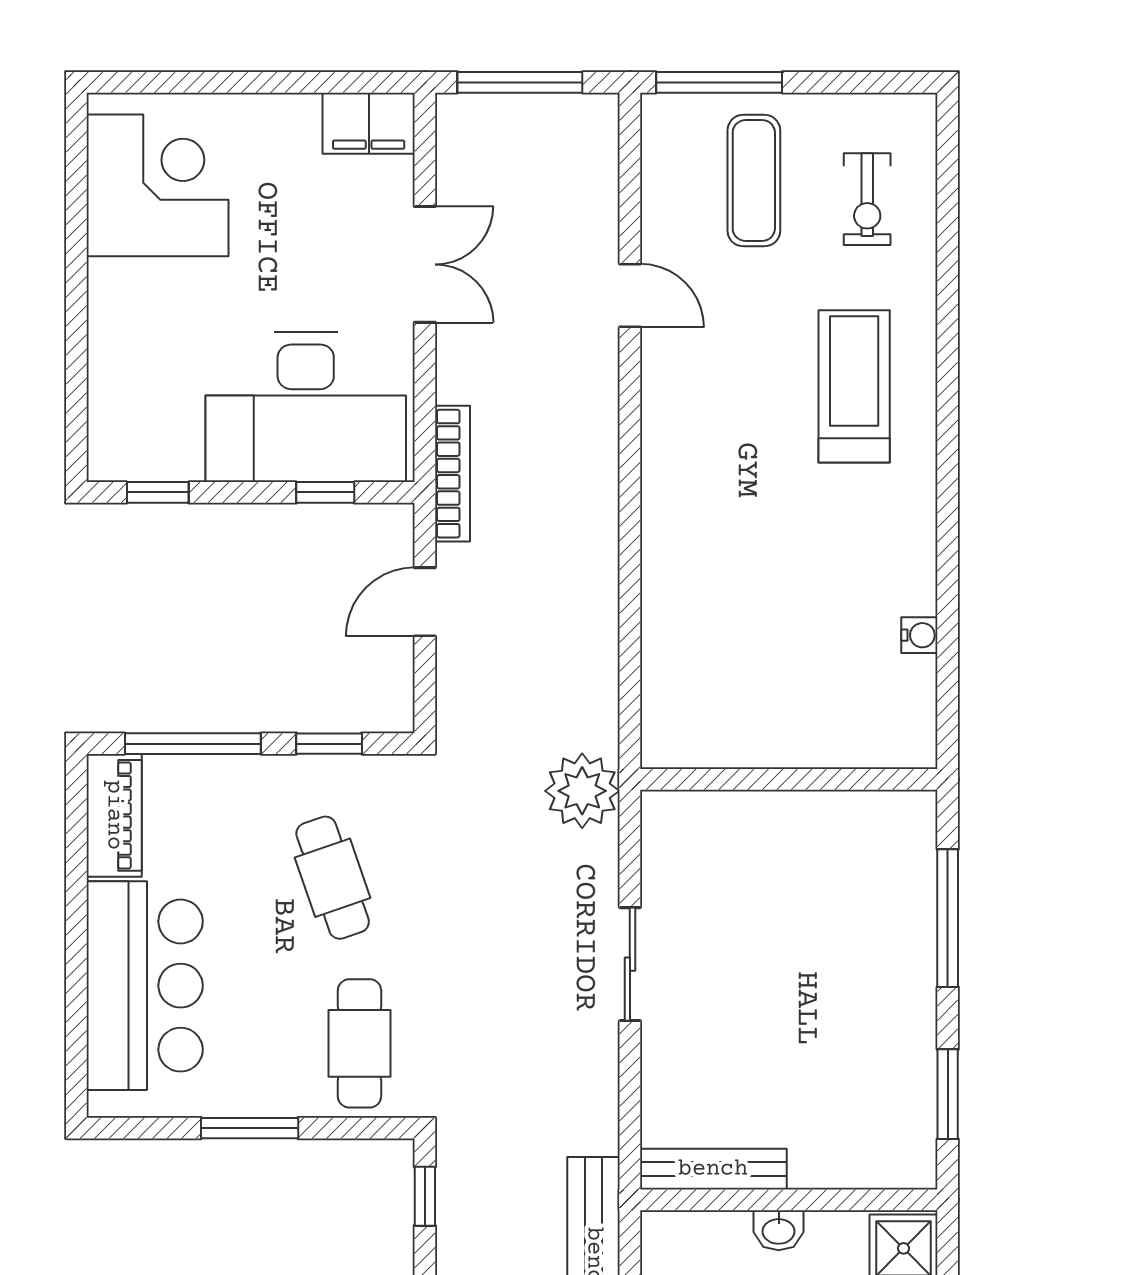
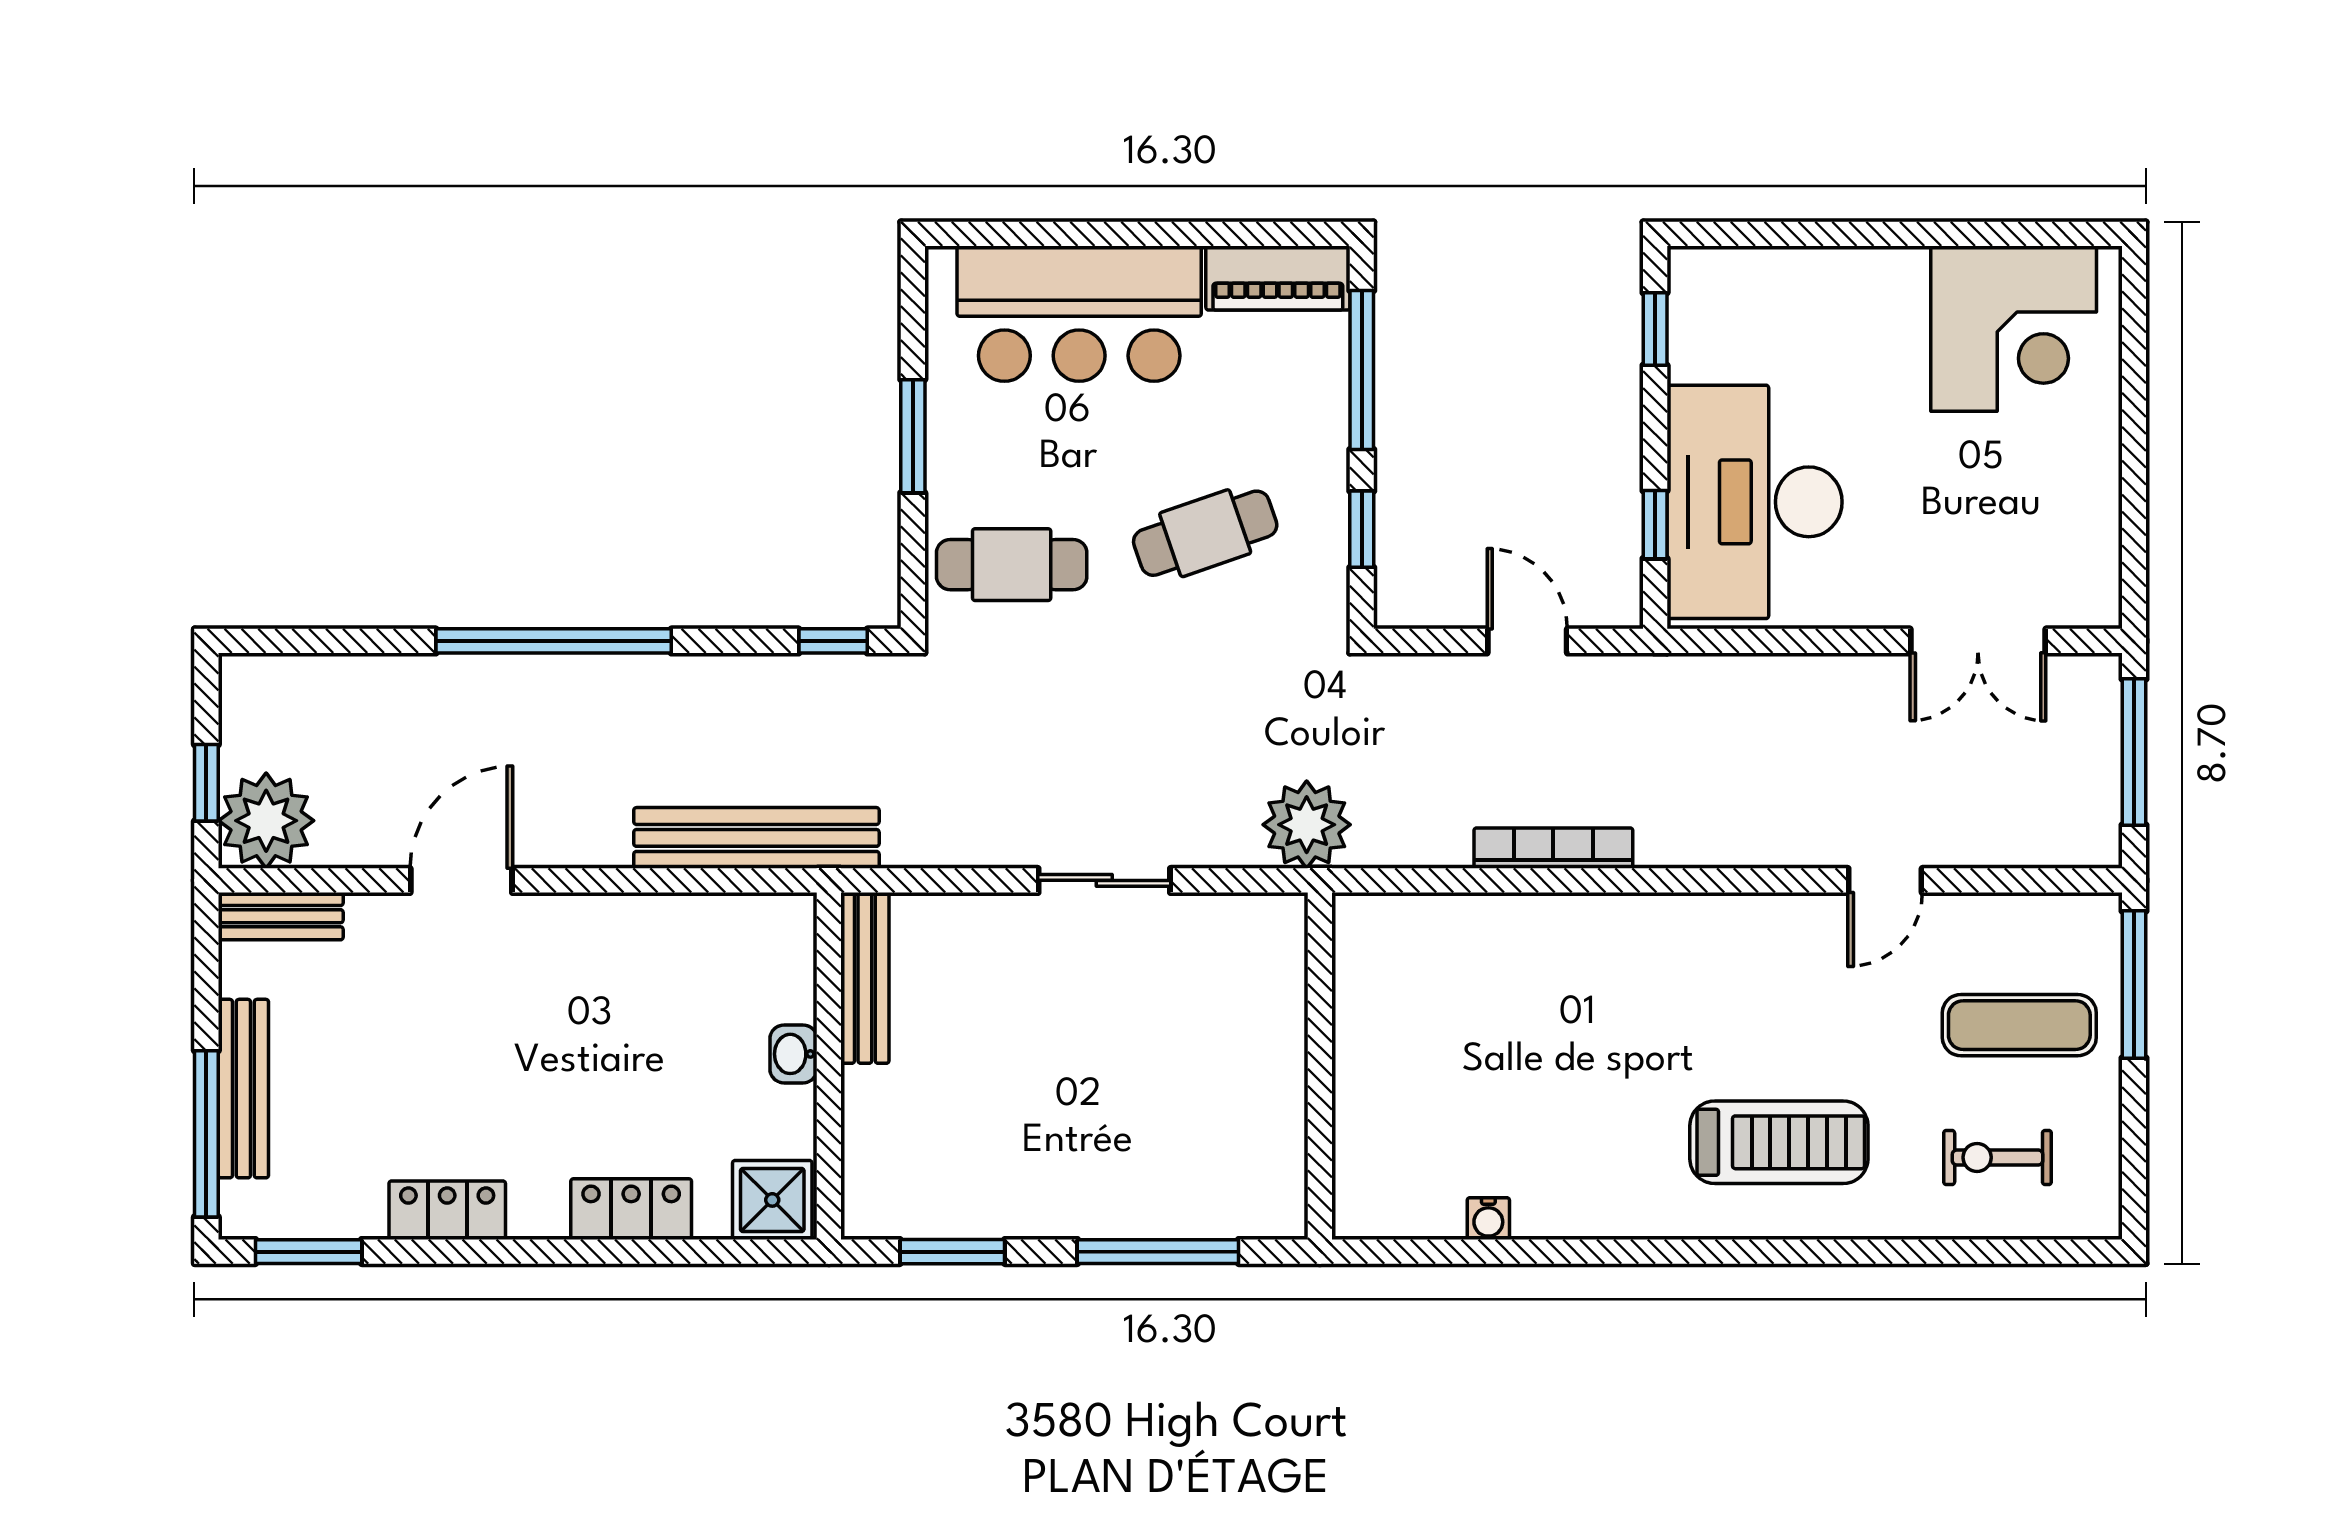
filing cabinet: (369, 123) -> (2086, 575), removed
double door: (425, 264) -> (1978, 641), moved
bookcase: (452, 474) -> (1553, 848), moved, turned 180

